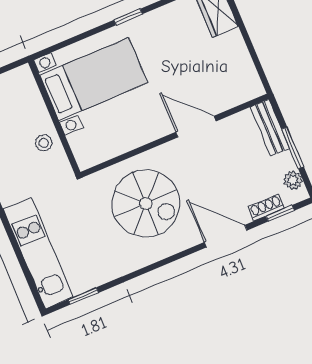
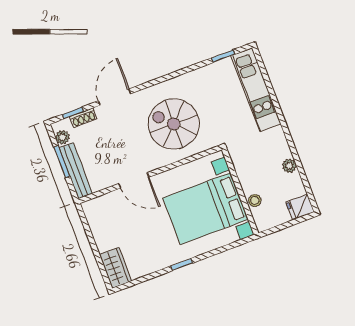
bed with nightstands: (94, 79) -> (206, 209), width x1.36
bench: (270, 128) -> (76, 171), width x1.36
stool: (44, 143) -> (255, 200), moved
door: (226, 236) -> (115, 97), swing flipped

